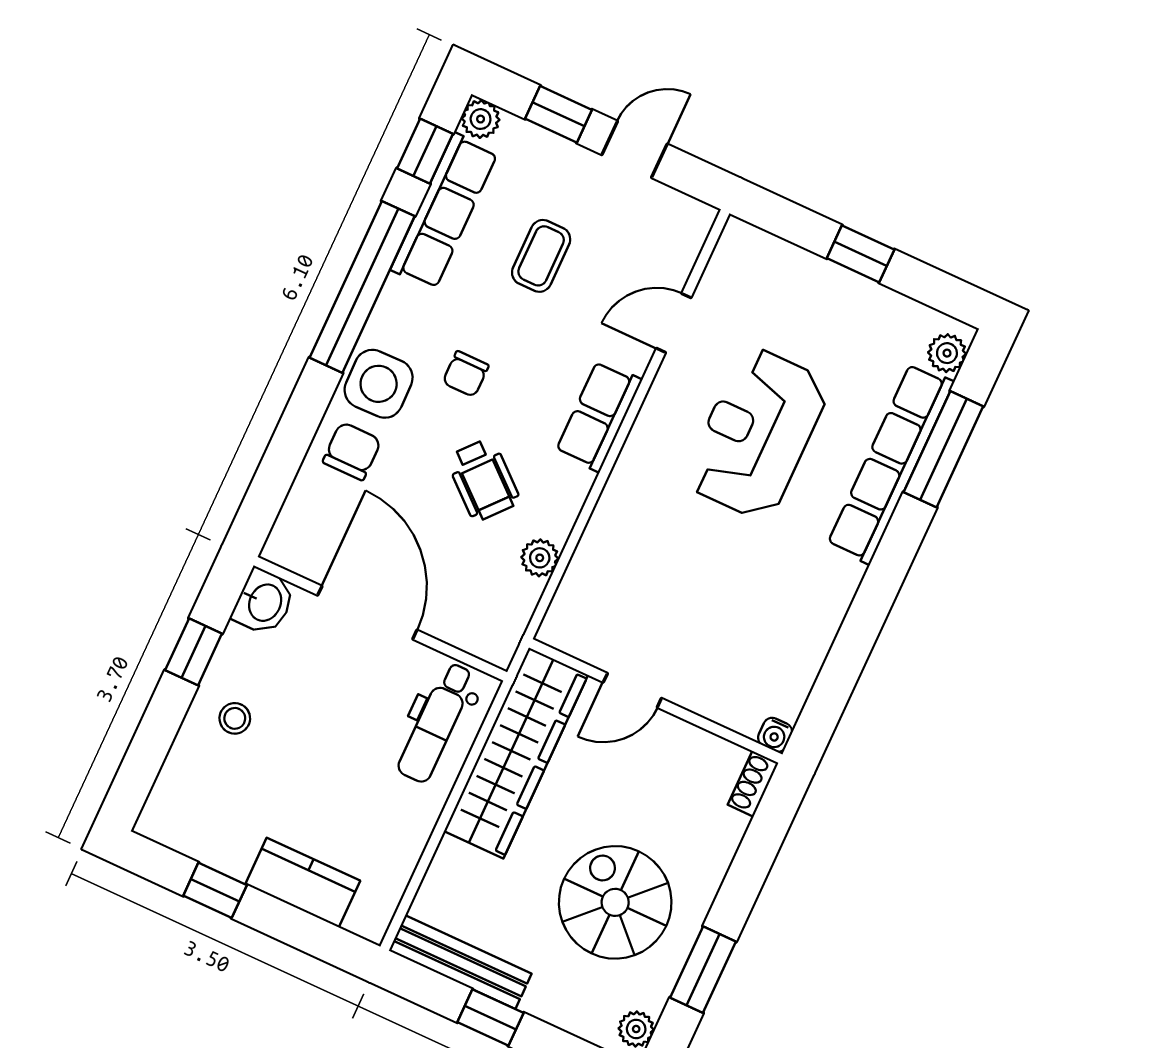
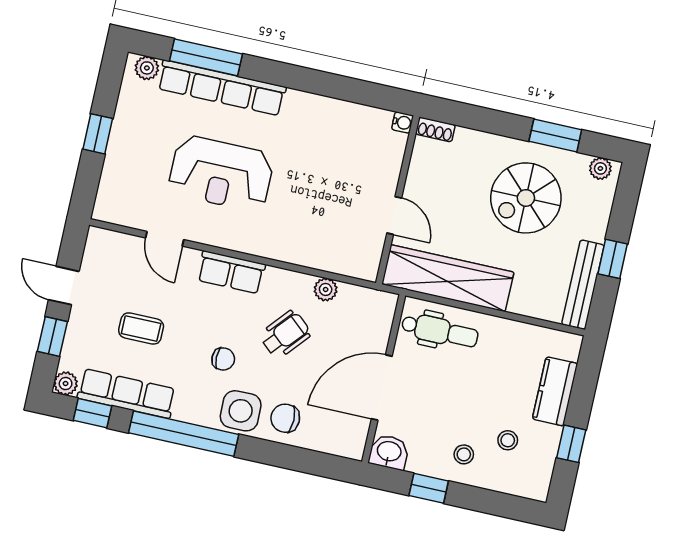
stool: (242, 792) -> (508, 440), added

